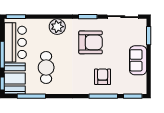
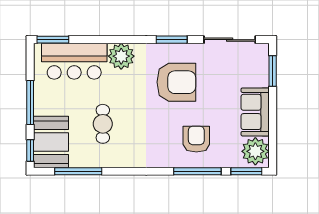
bar counter: (15, 42) -> (74, 61), moved, turned 90
cafe table: (46, 67) -> (103, 124), width x0.73, depth x0.74
plant: (138, 84) -> (255, 151), added

